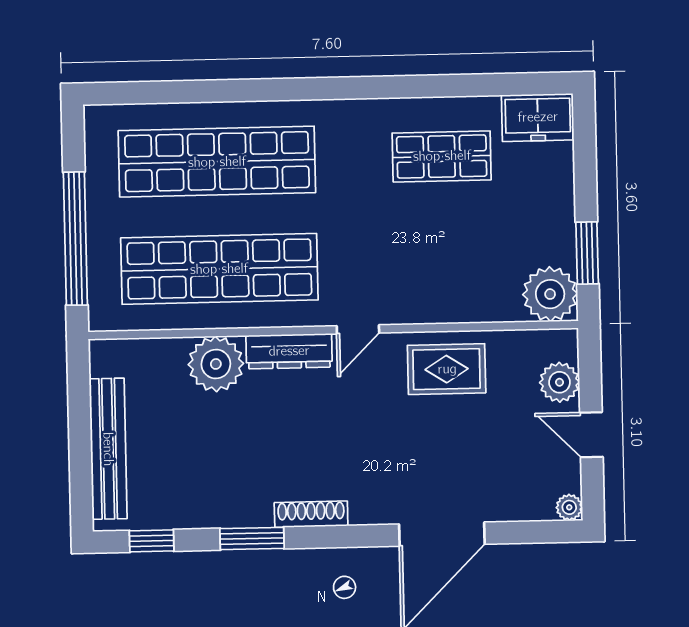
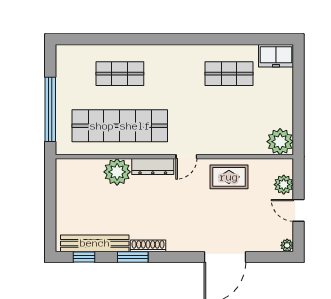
shop shelf: (217, 162) -> (120, 74), width x0.50, depth x0.74
window: (587, 253) -> (299, 122), removed
bench: (108, 449) -> (95, 243), moved, turned 90
shoe rack: (311, 514) -> (148, 246), moved

